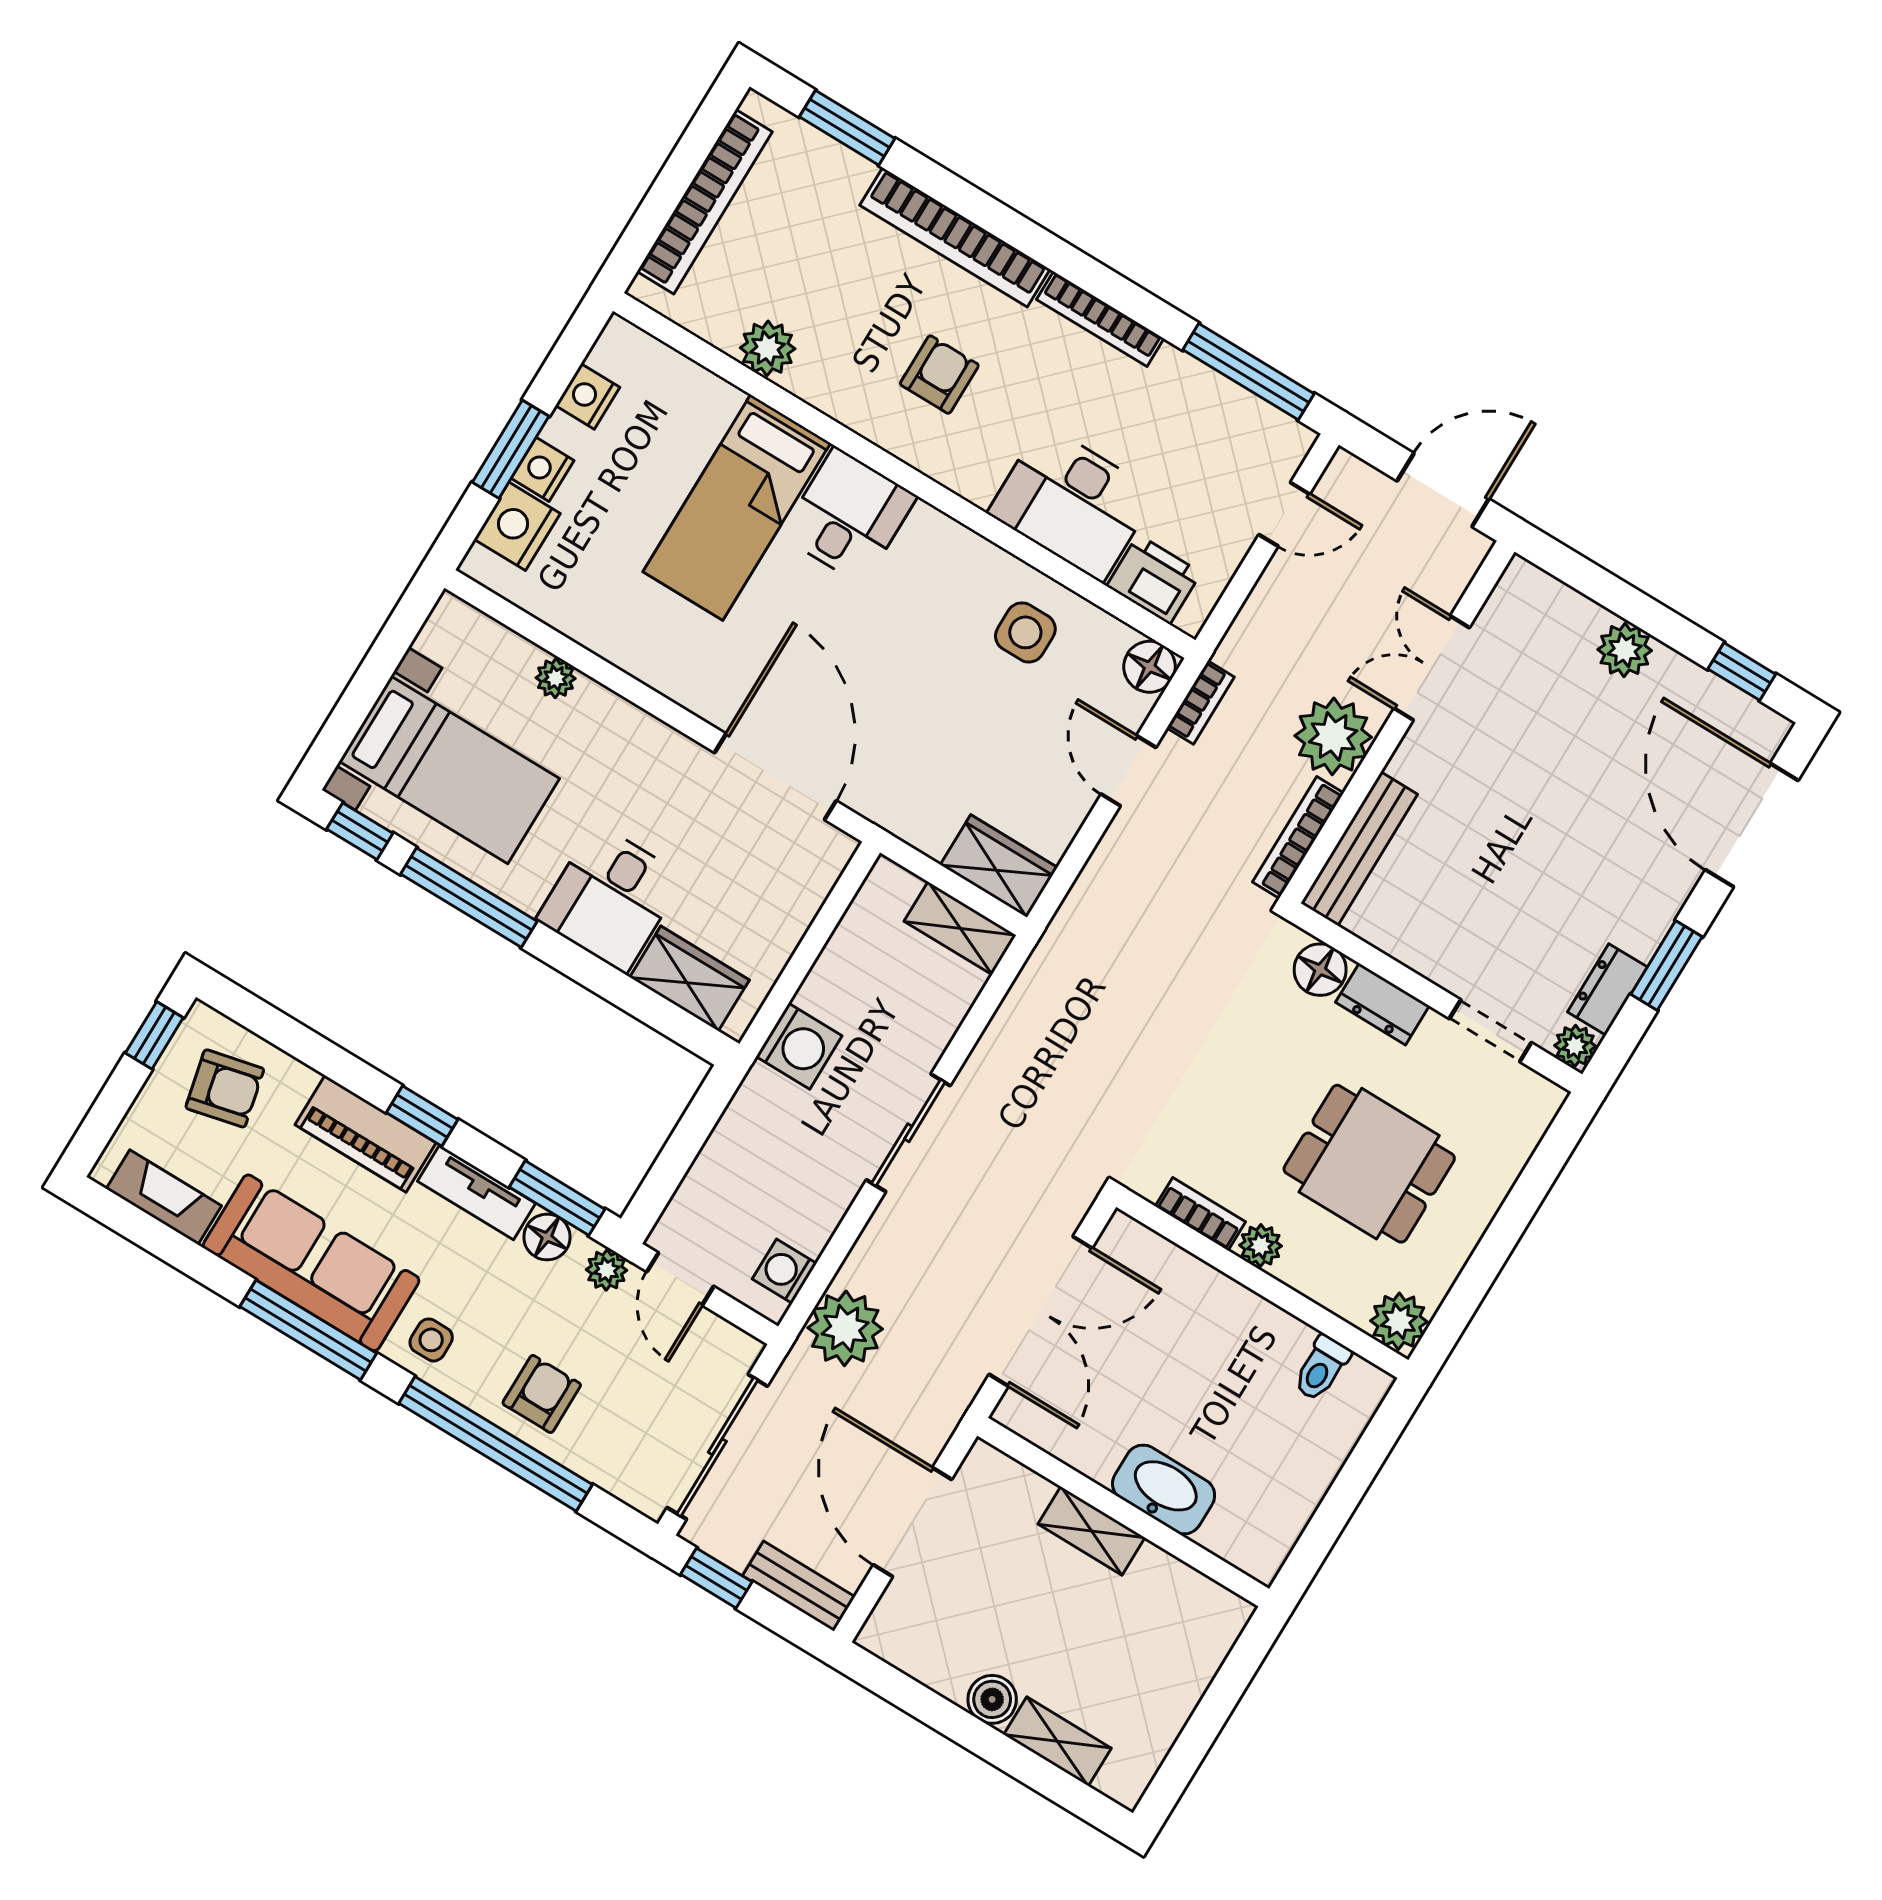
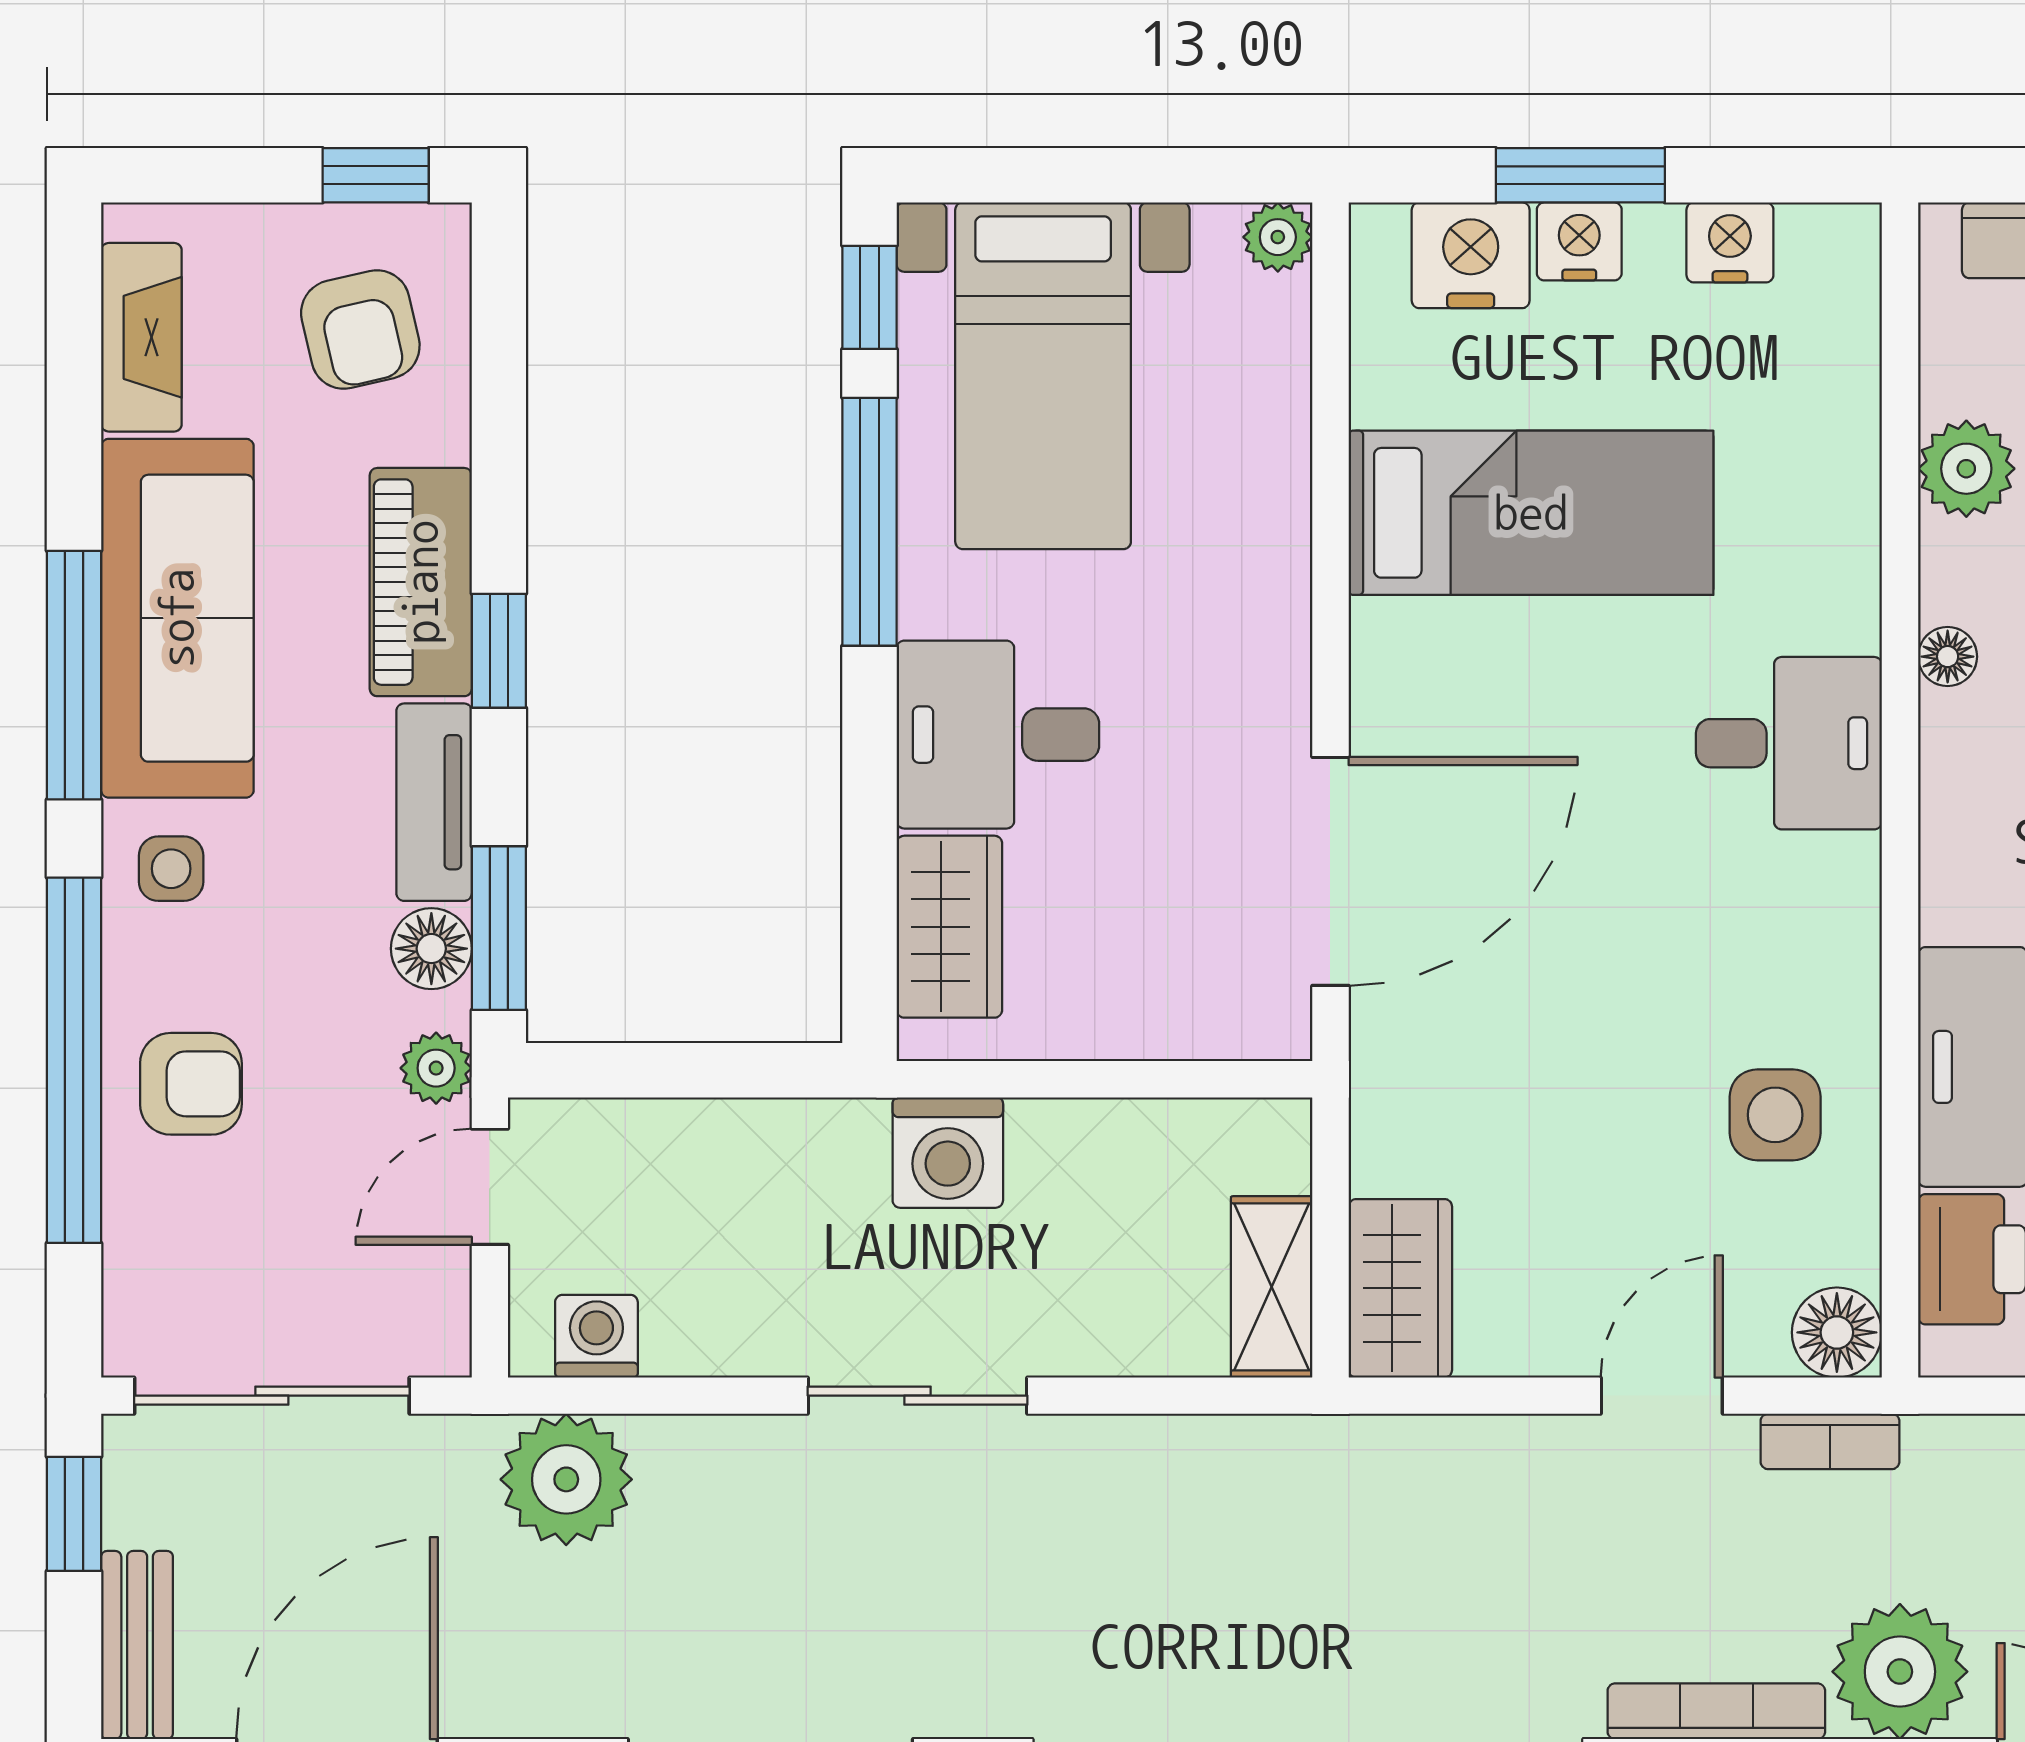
floor lamp: (853, 413) -> (1948, 657), added
bed: (737, 507) -> (1531, 513), moved, turned 180
plant: (556, 678) -> (1278, 237), moved

